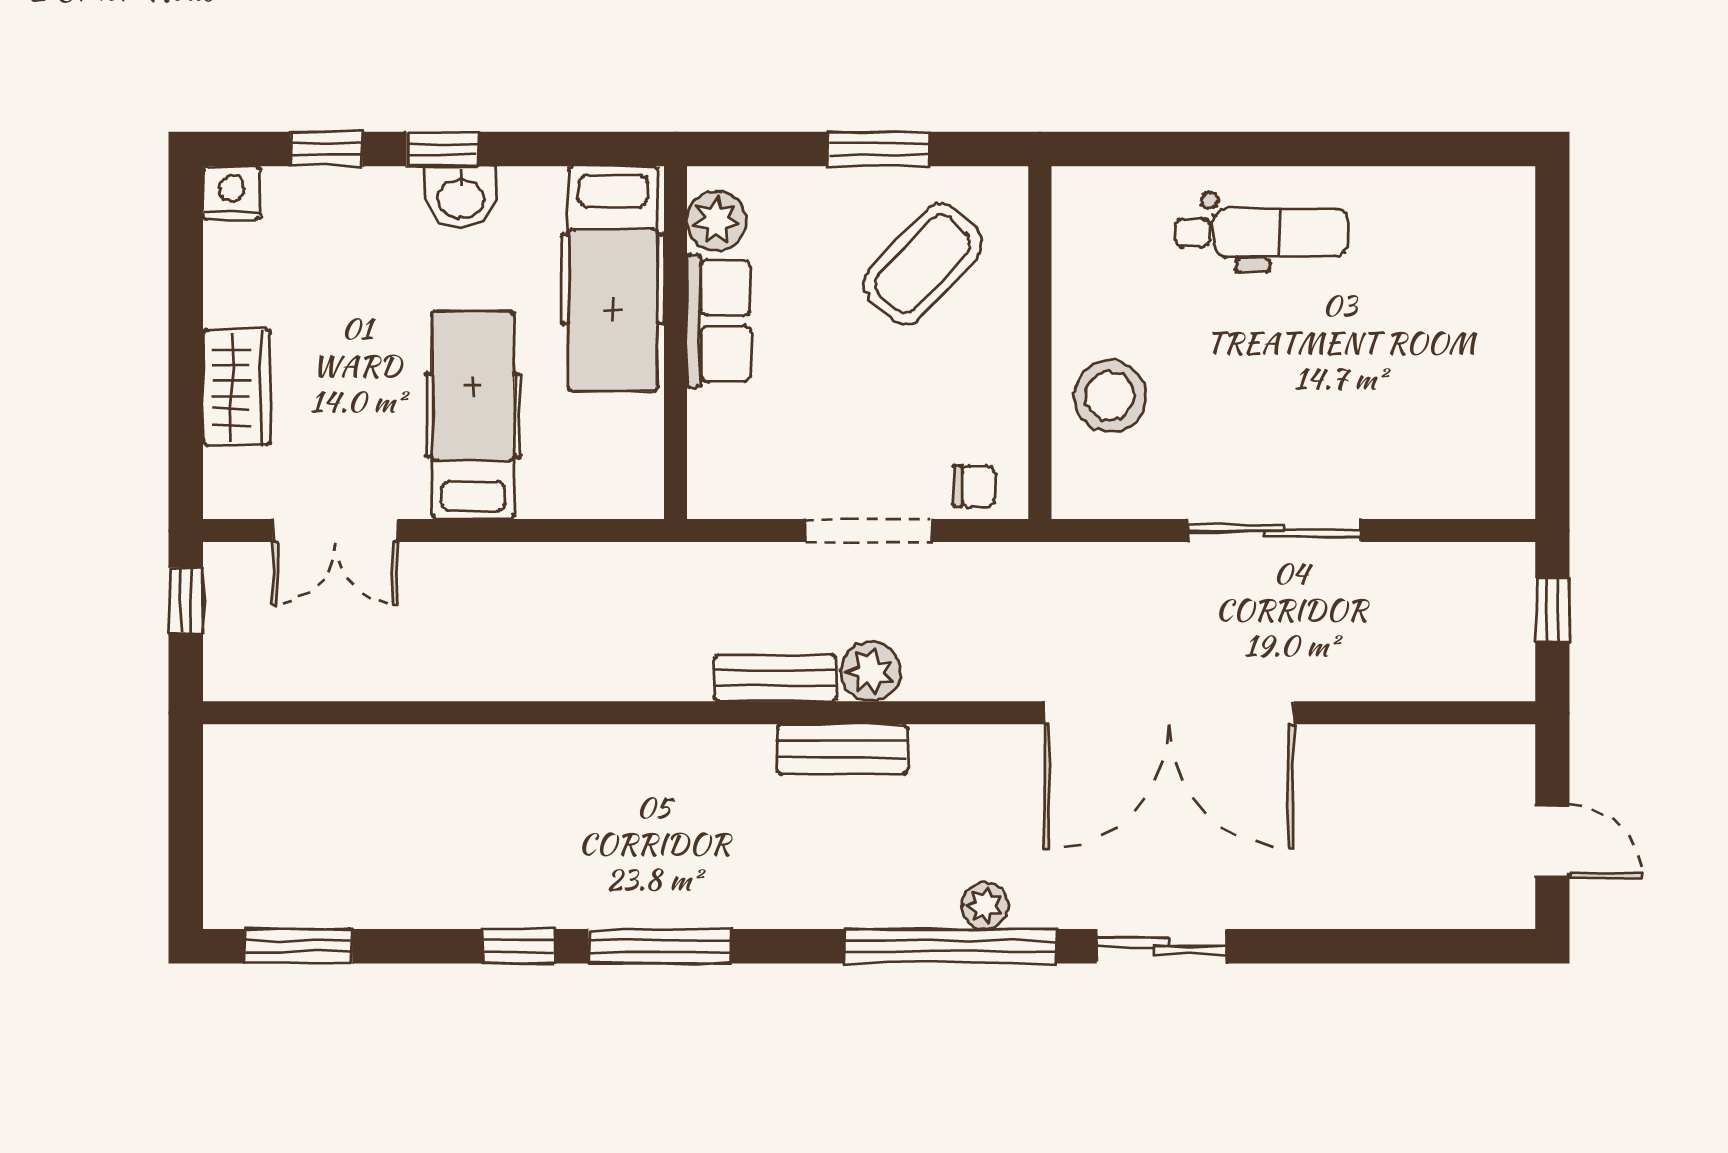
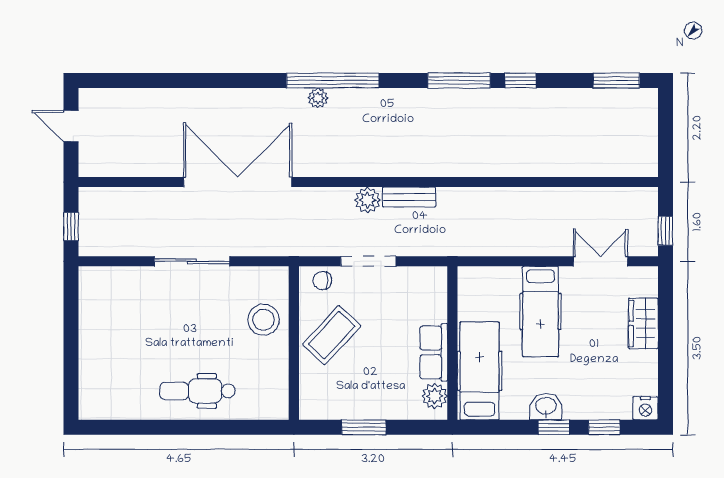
coffee table: (923, 264) -> (332, 335), moved
bench: (842, 749) -> (380, 166), removed
sliding door: (1161, 946) -> (241, 80), removed

